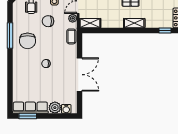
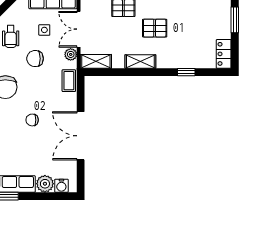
shelving: (134, 23) -> (140, 61), moved
window: (165, 31) -> (186, 72), moved
double door: (79, 75) -> (81, 136), swing flipped

